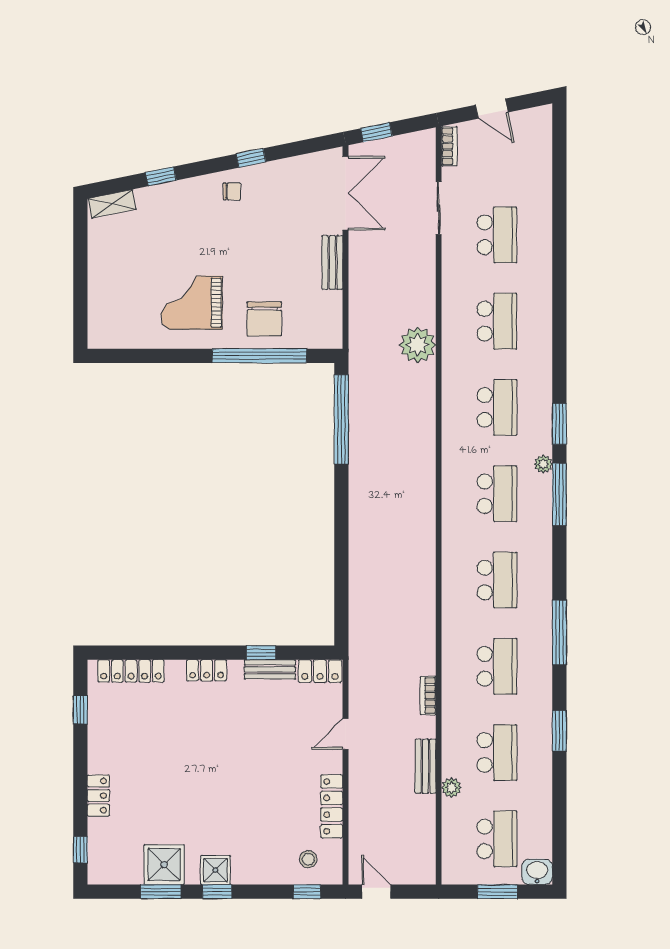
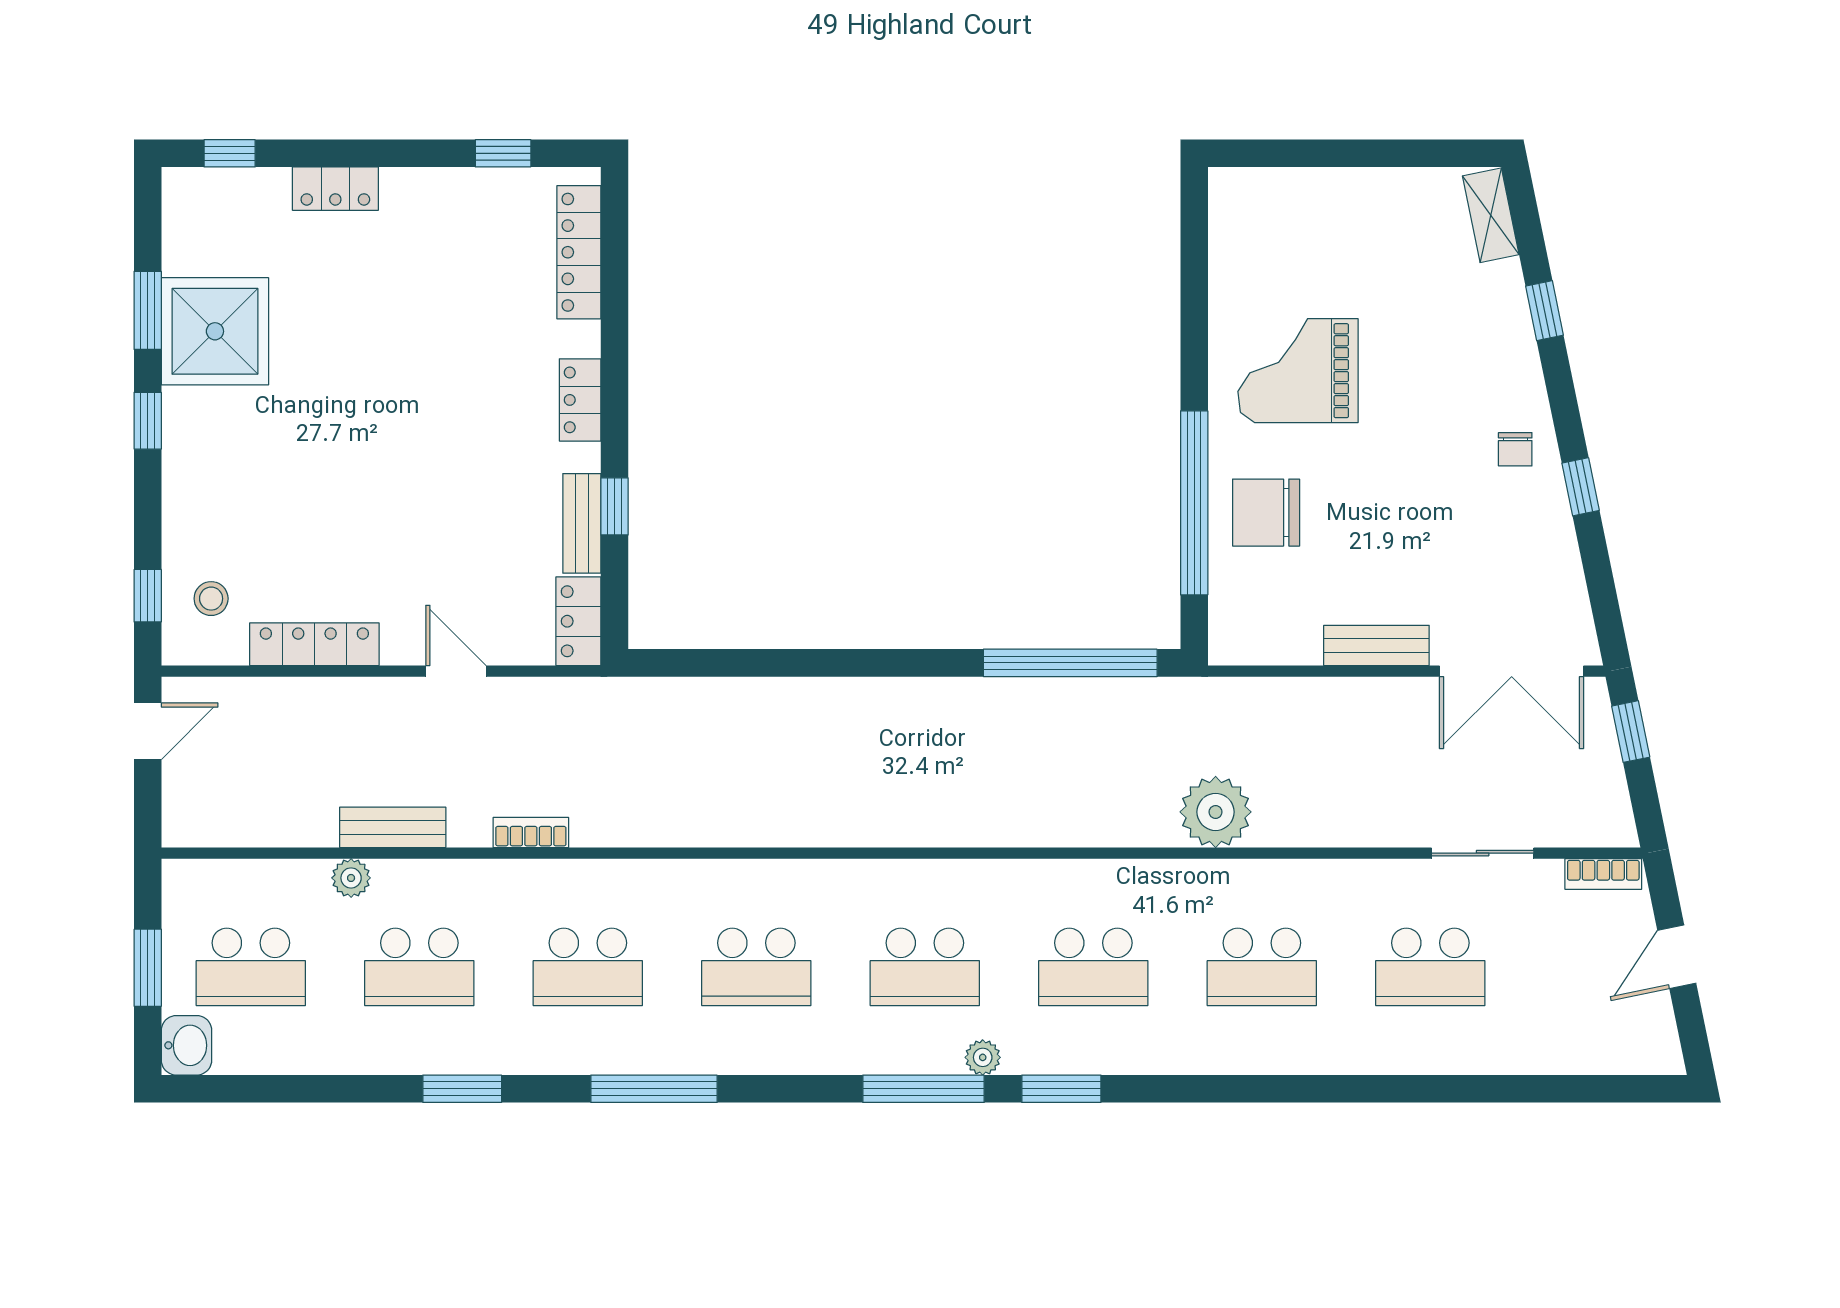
grand piano: (192, 303) -> (1298, 371), turned -90
shower: (164, 865) -> (215, 331), width x1.37, depth x1.37
shower: (215, 870) -> (190, 417), removed

